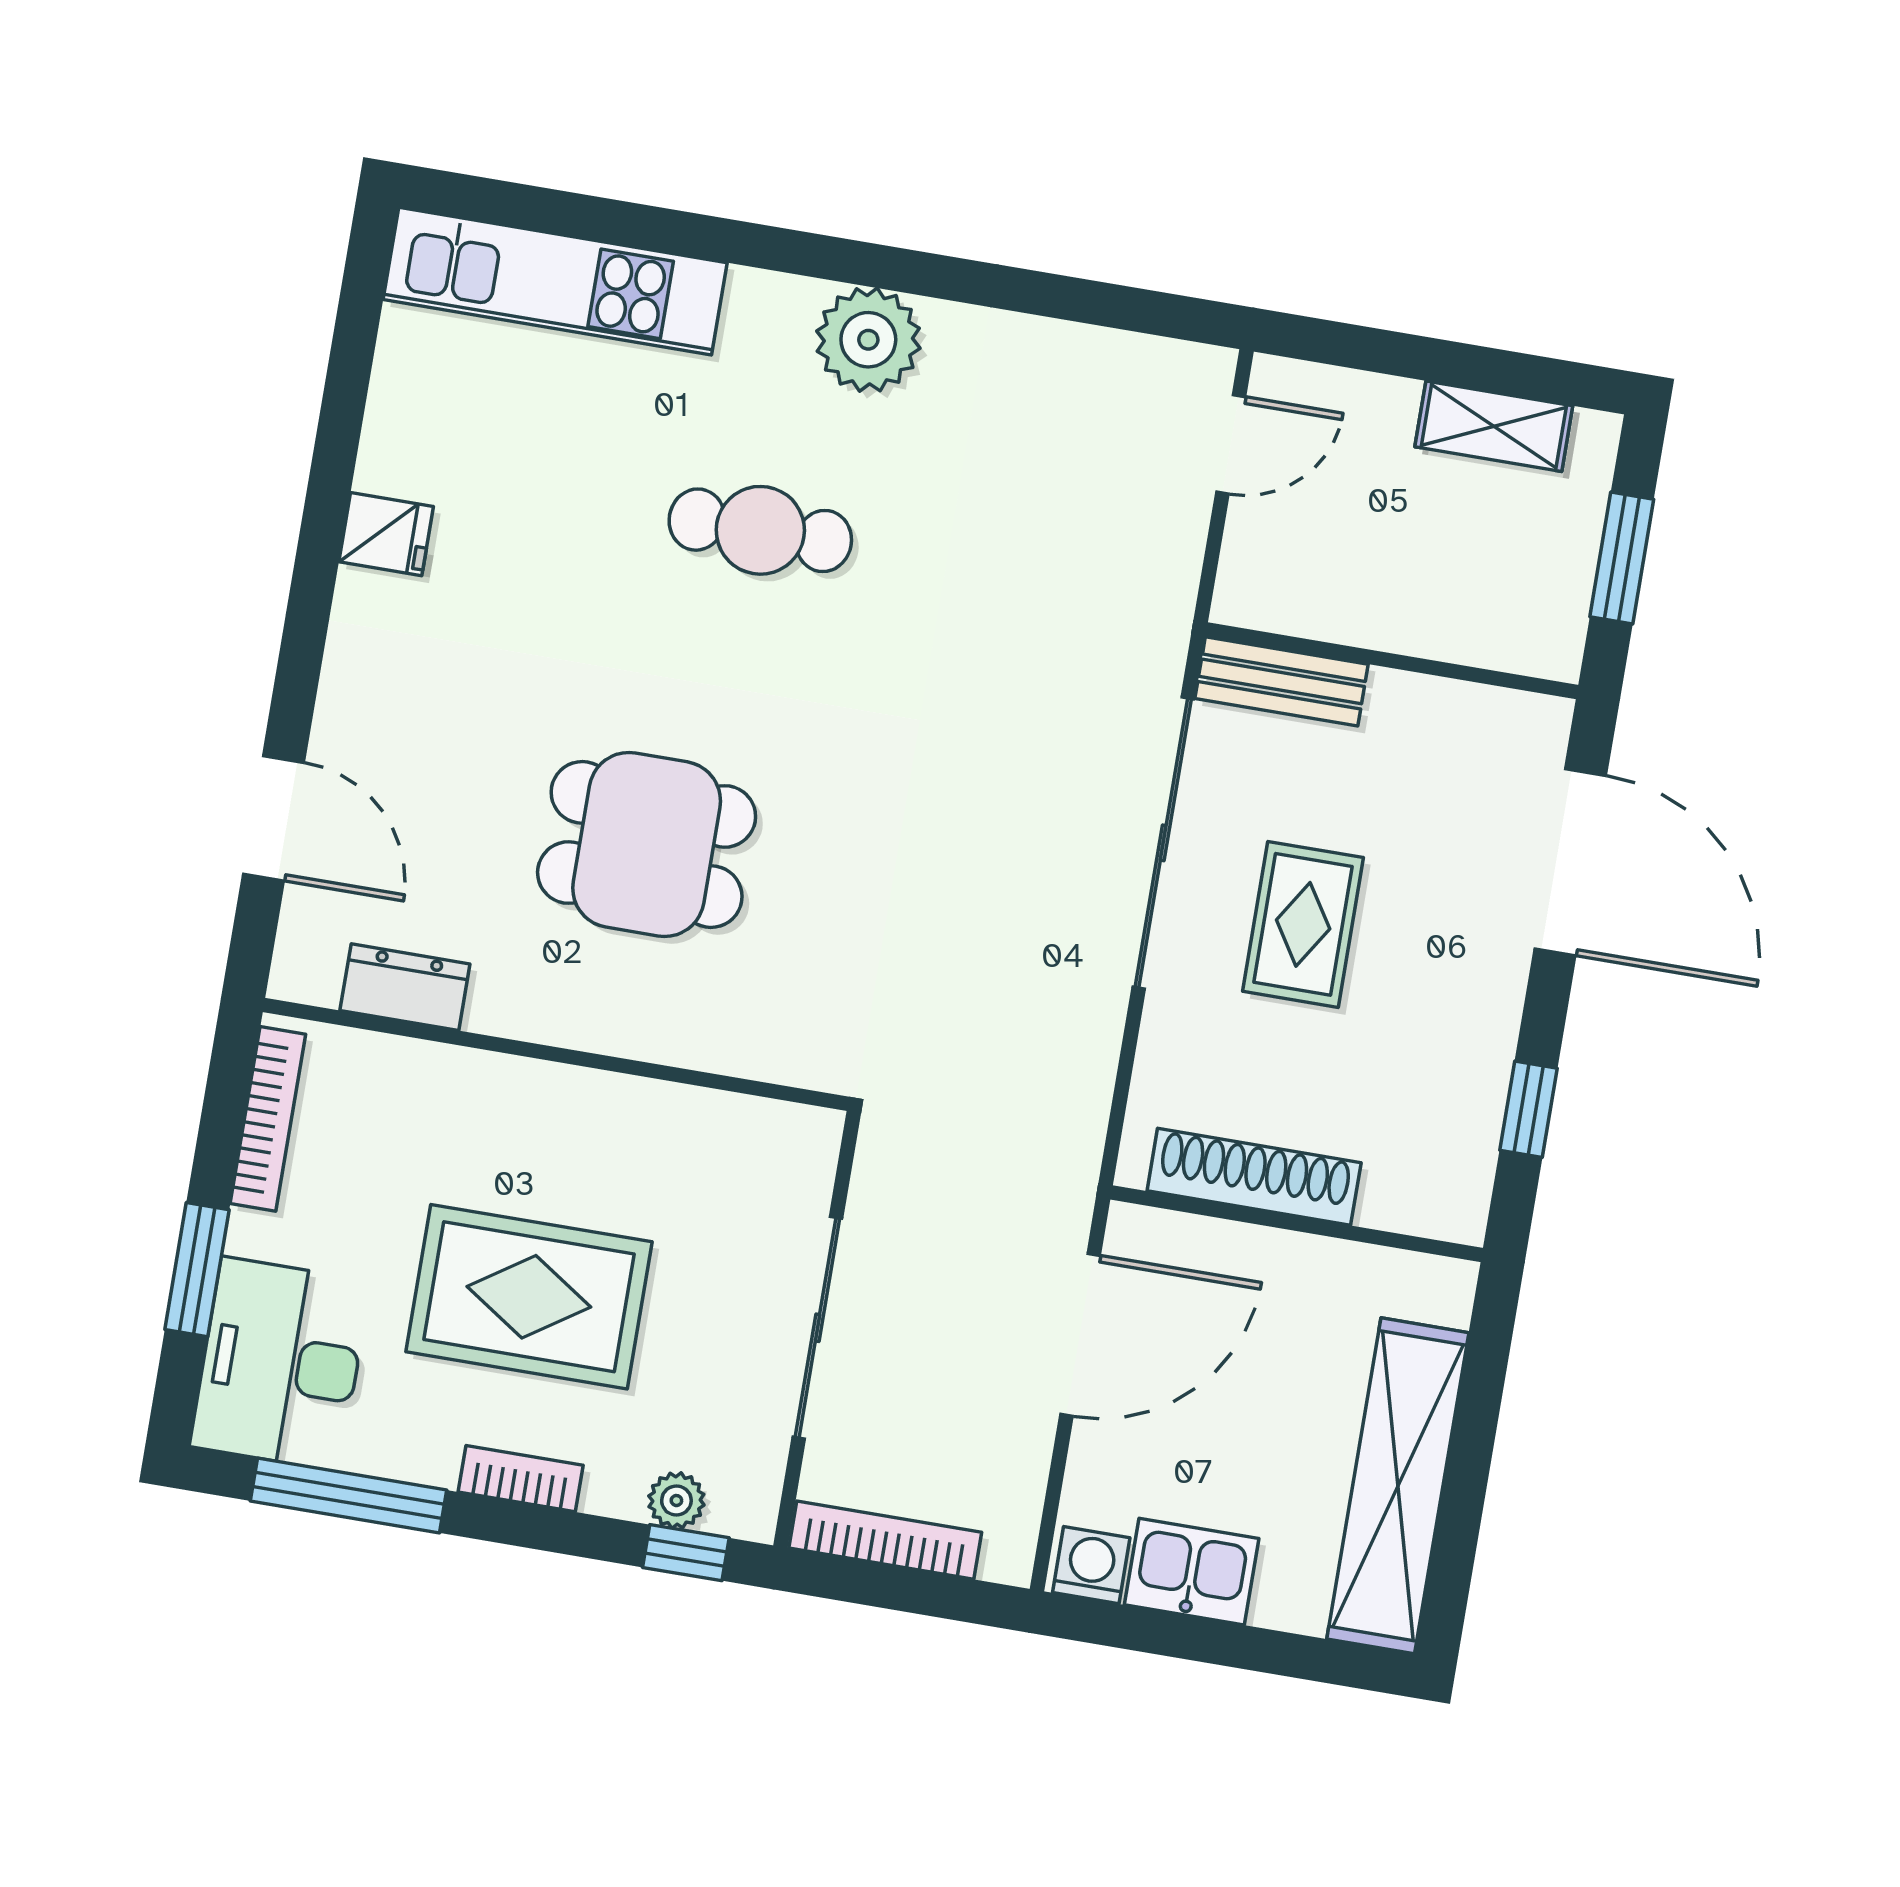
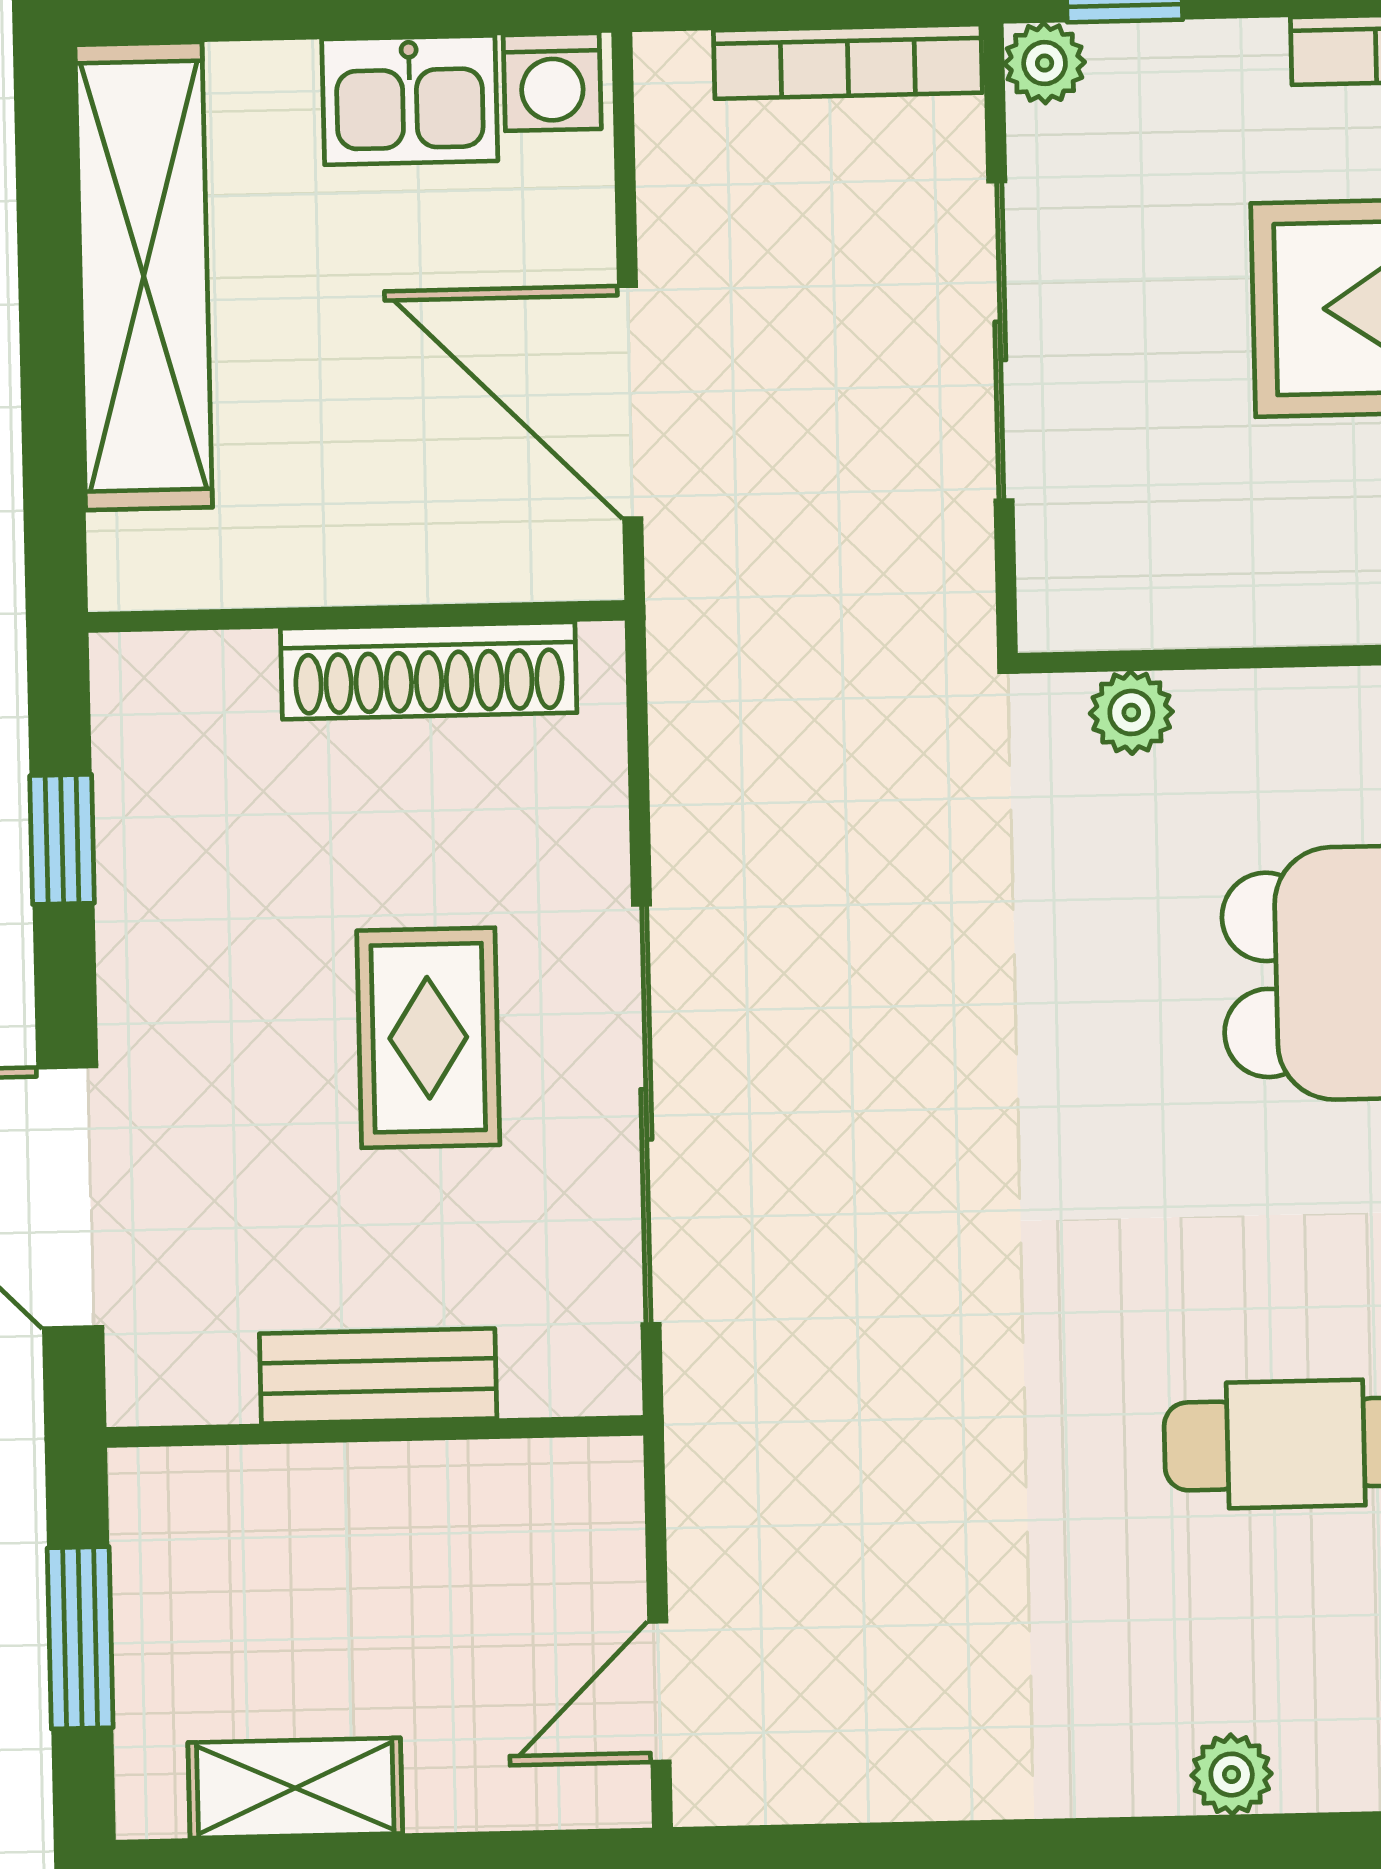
plant: (868, 340) -> (1232, 1775), width x0.53, depth x0.53
bench: (1282, 681) -> (378, 1376), moved
plant: (777, 1055) -> (1131, 712), added
door: (1080, 1335) -> (630, 402), hinge flipped
plant: (676, 1501) -> (1045, 63), moved

